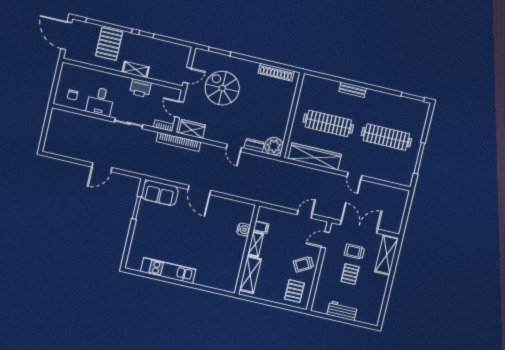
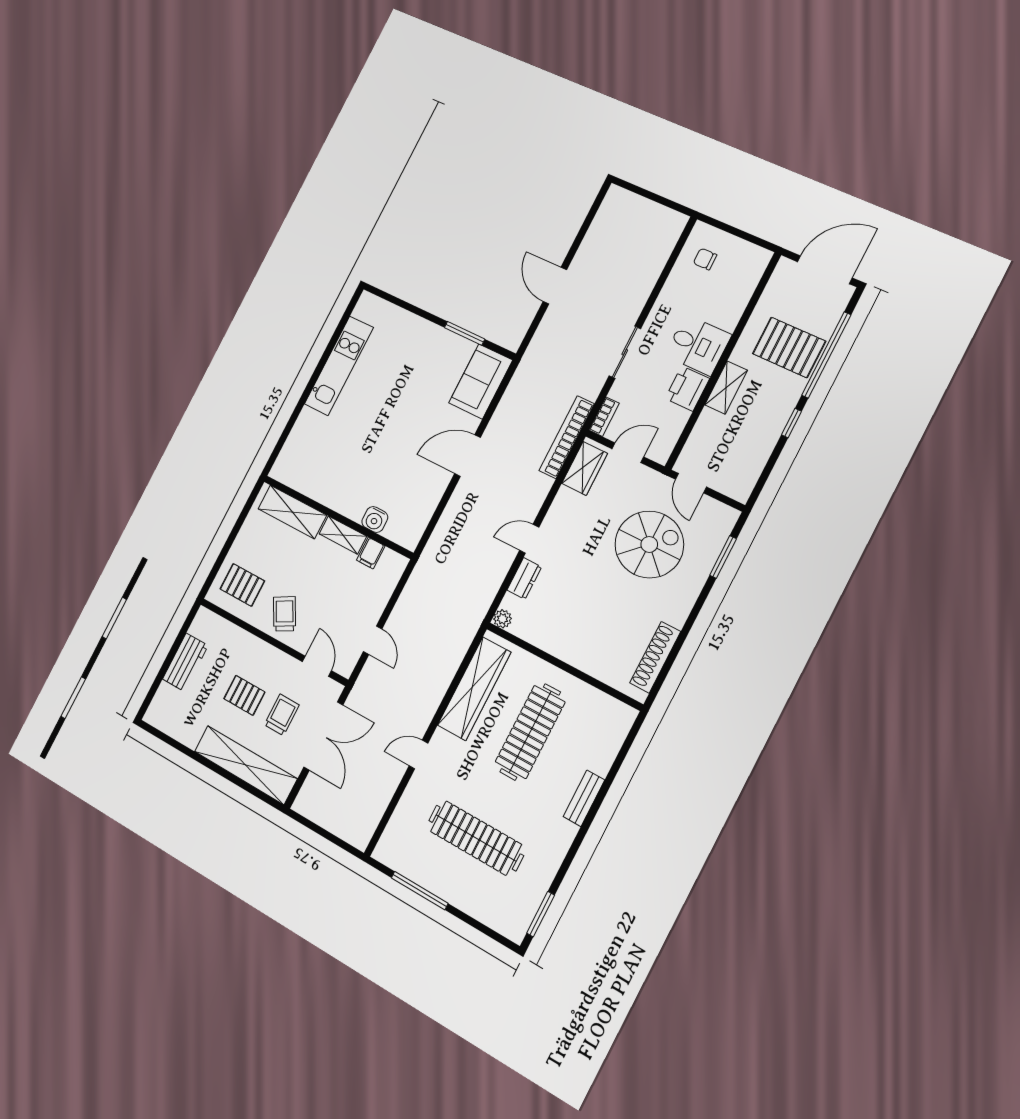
desk: (100, 101) -> (698, 345), moved, turned 180
clothes rail: (386, 137) -> (476, 838), turned 90
plant: (274, 146) -> (502, 619), width x0.53, depth x0.53
shelving: (387, 255) -> (246, 765), width x1.47

